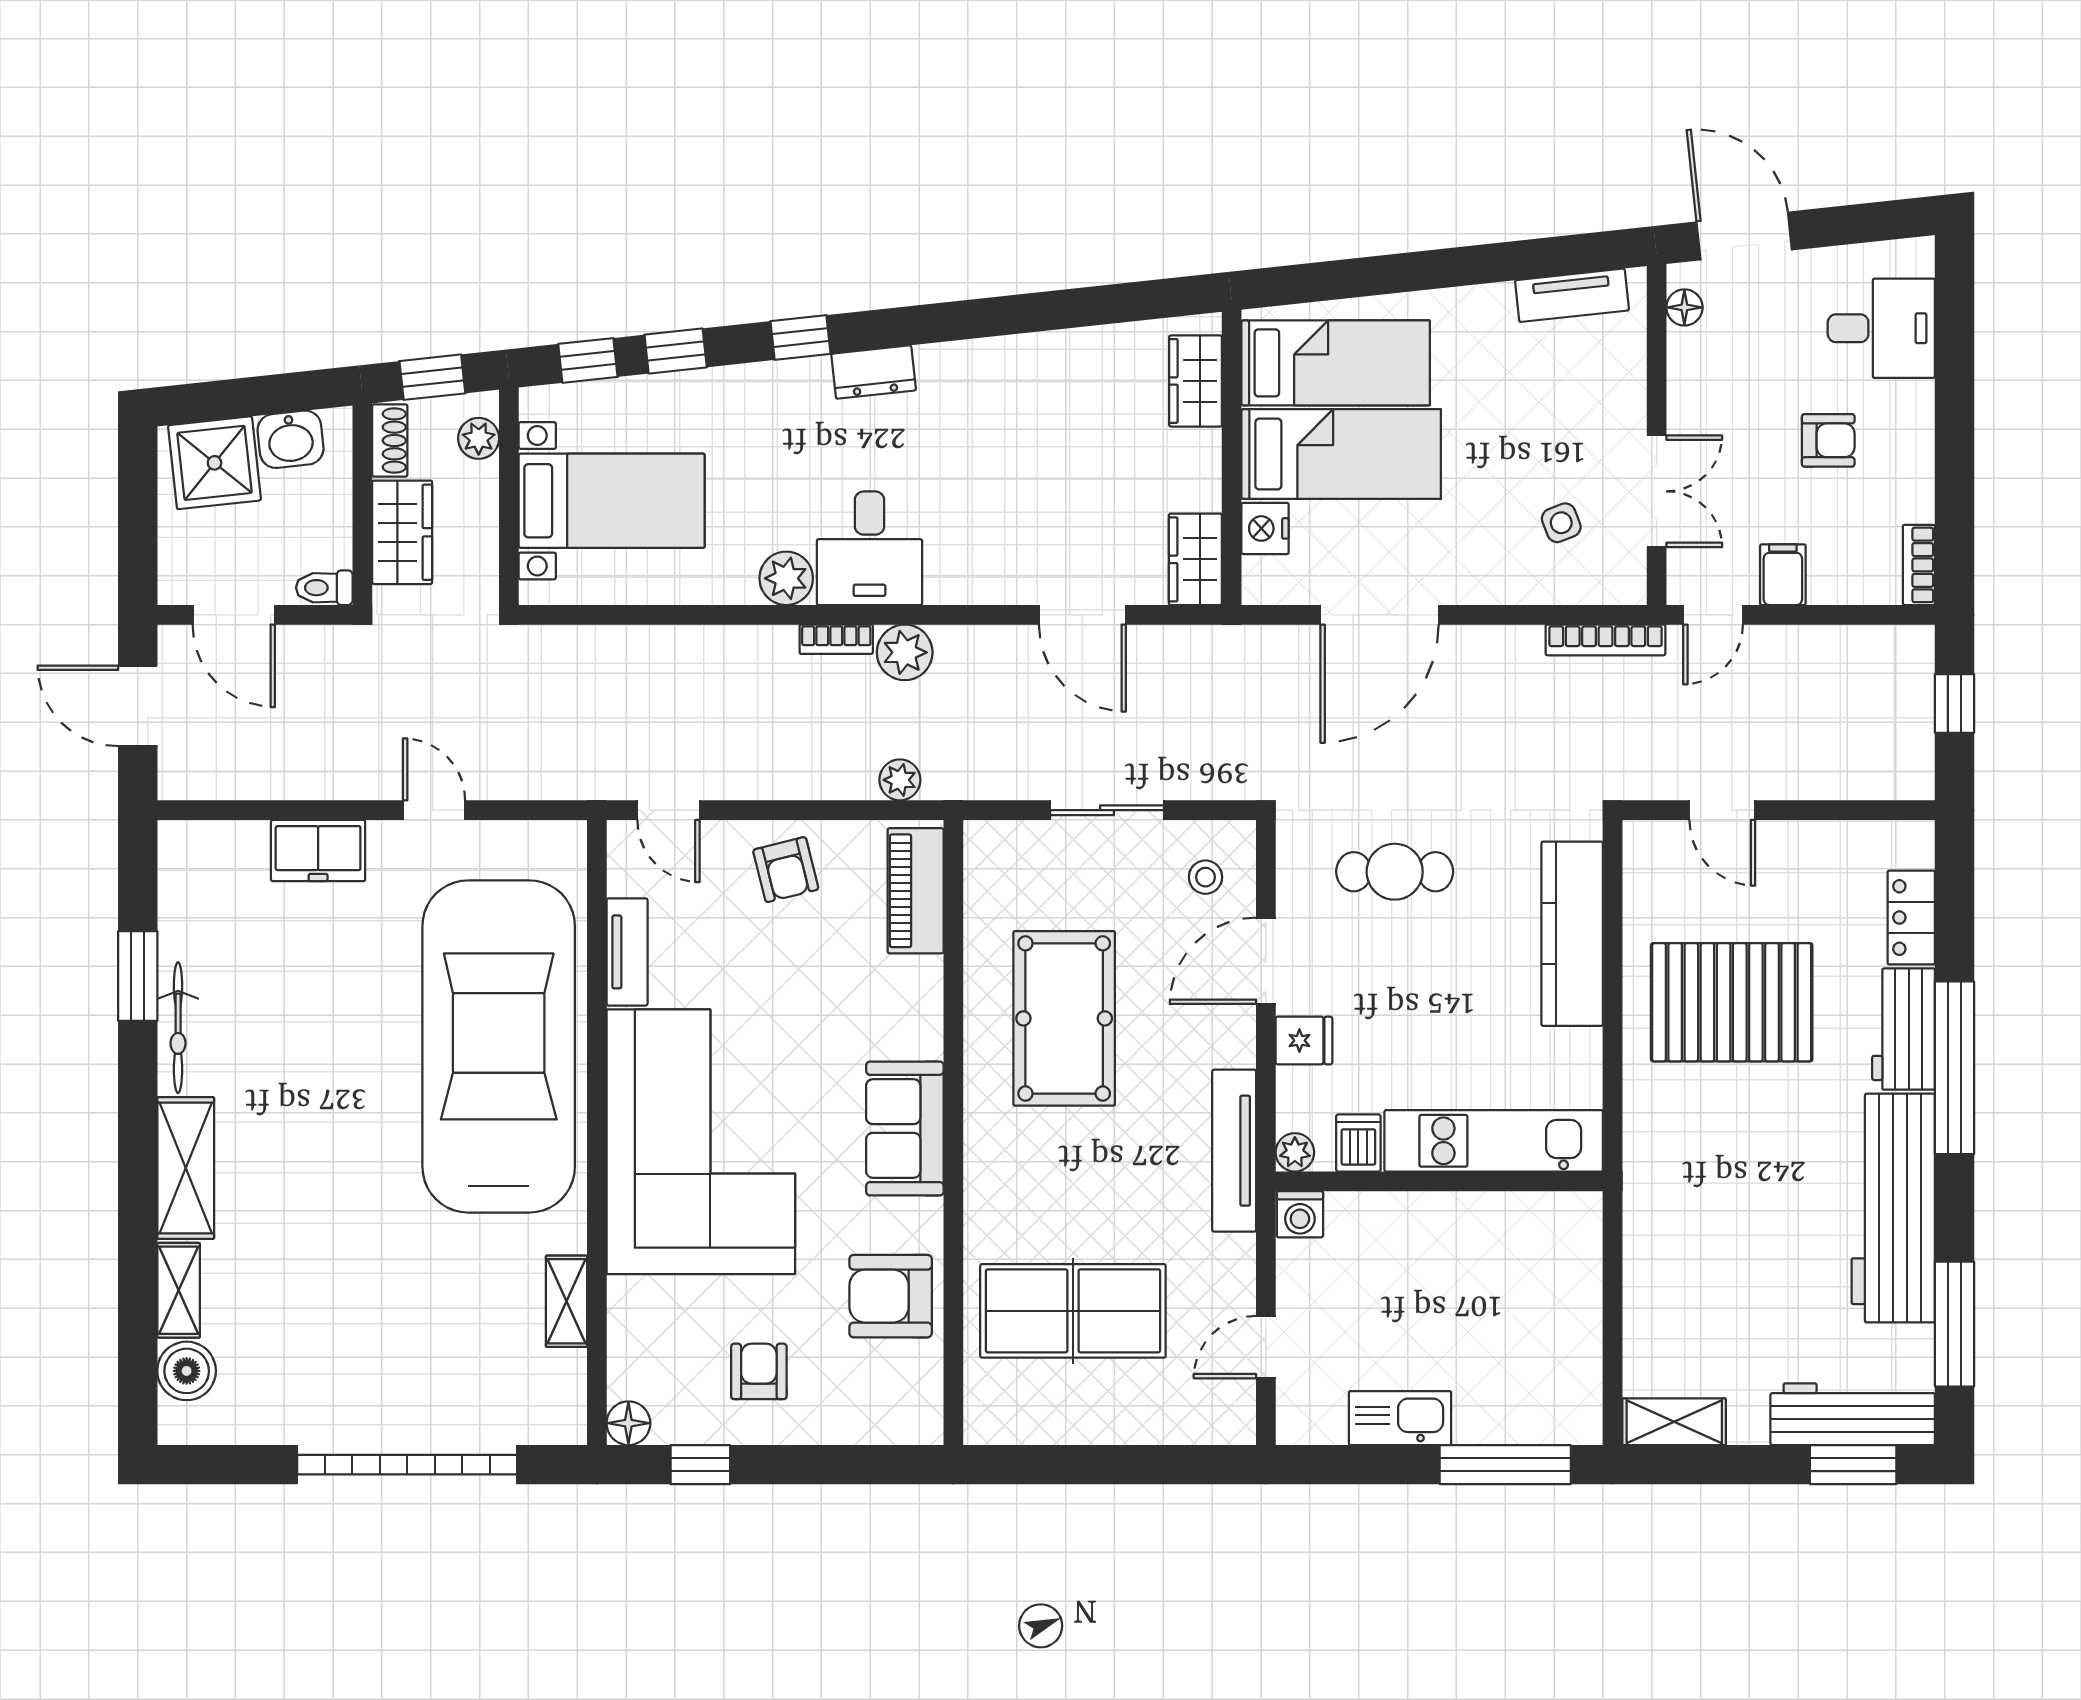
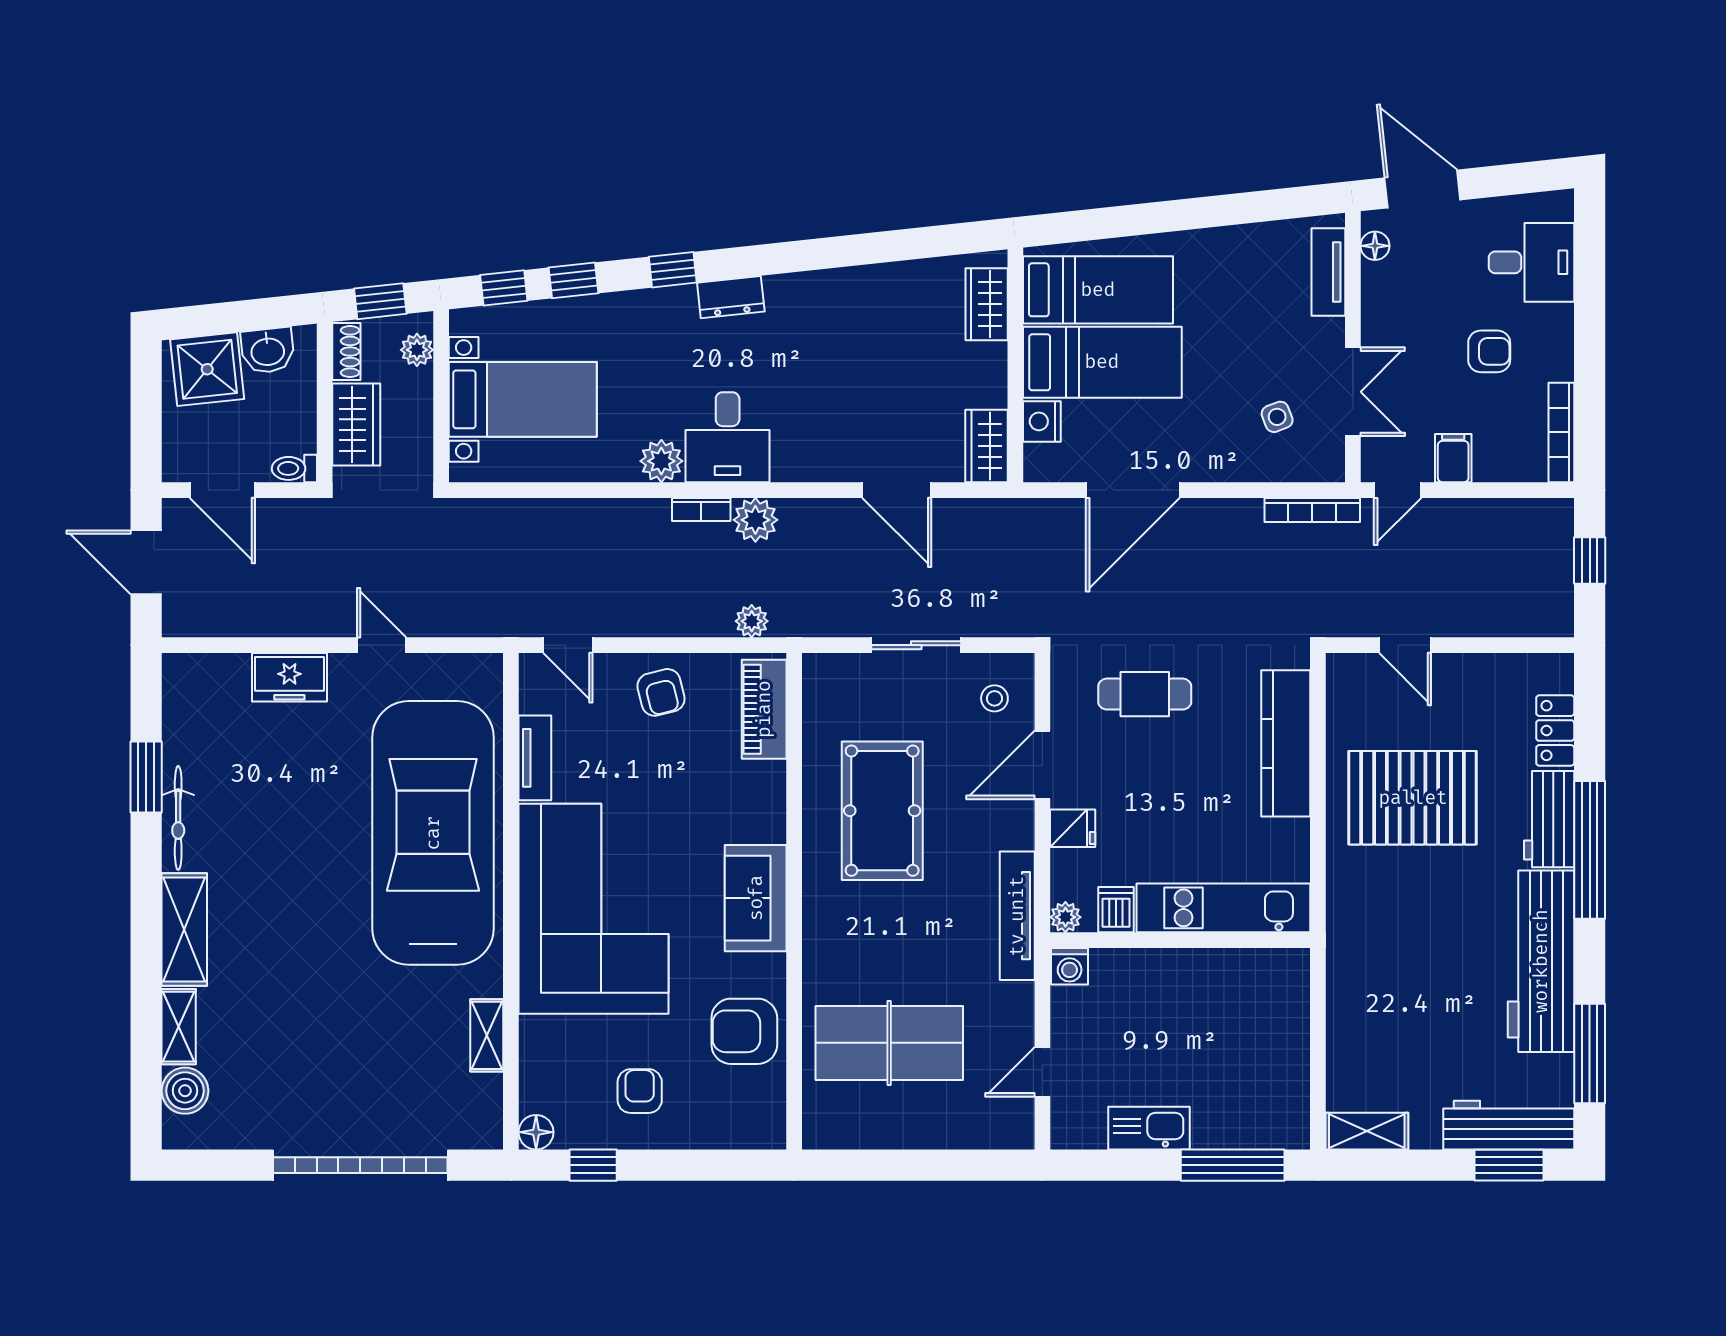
tv unit: (1572, 295) -> (1328, 272), moved, turned 96
bookcase: (1919, 565) -> (1561, 432), width x1.56

